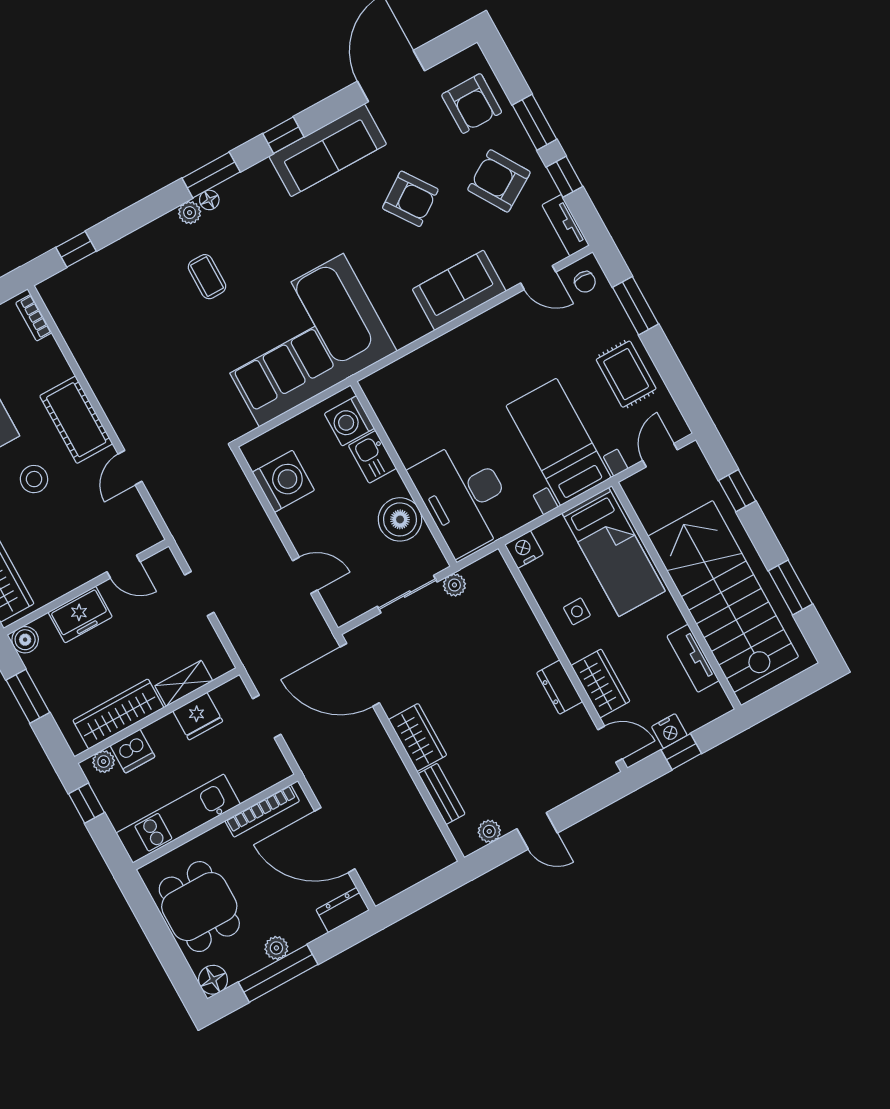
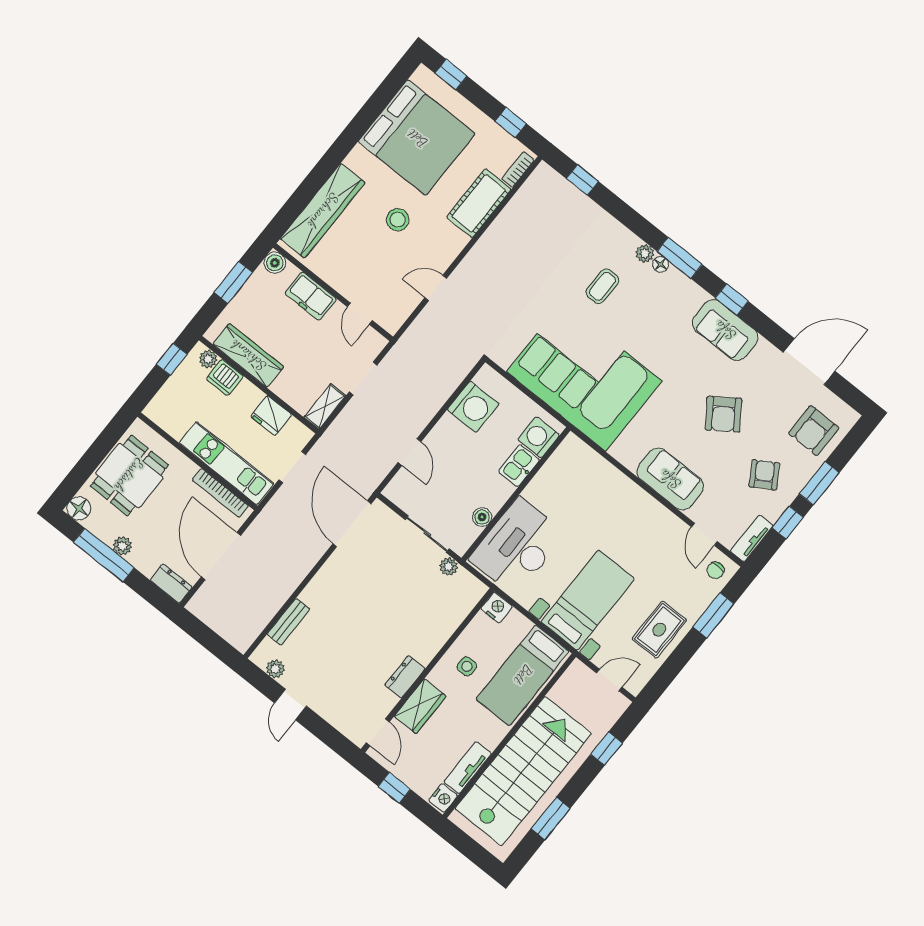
sofa: (328, 150) -> (725, 330), width x0.73
armchair: (499, 181) -> (764, 475), width x0.72, depth x0.72
cot: (76, 420) -> (479, 203), moved
boiler: (400, 519) -> (482, 517), width x0.54, depth x0.54
shelving: (184, 683) -> (325, 406), moved, turned 90
nightstand: (669, 731) -> (443, 798), moved, turned -90
wardrobe: (418, 737) -> (323, 586), removed
kitchen unit: (178, 819) -> (227, 463), moved

